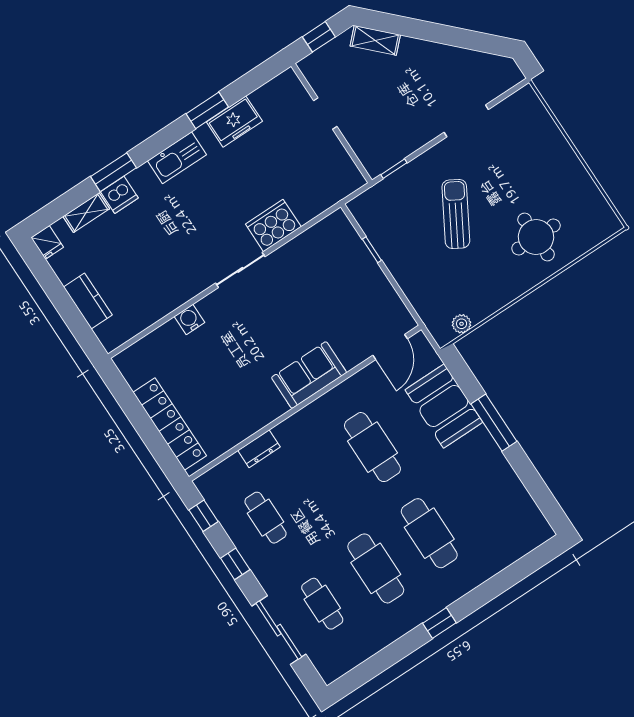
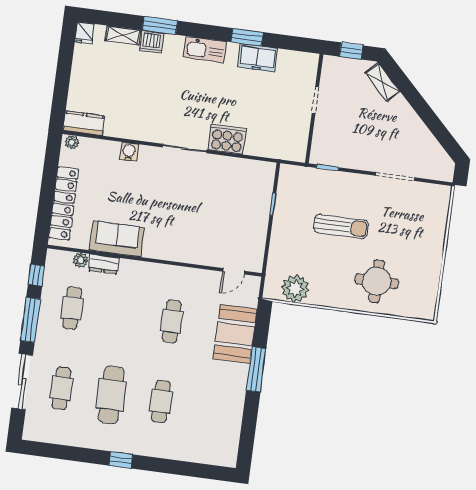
sun lounger: (456, 214) -> (341, 226), turned 60
kitchen counter: (88, 301) -> (84, 123), moved, turned -90
plant: (462, 324) -> (295, 289), width x1.88, depth x1.88
door: (390, 347) -> (234, 271), width x0.73
plant: (127, 358) -> (72, 142), added
sofa: (309, 375) -> (117, 239), moved
cafe table: (372, 447) -> (172, 321), width x0.73, depth x0.74
plant: (233, 465) -> (80, 260), added
cafe table: (429, 533) -> (161, 402), width x0.73, depth x0.74
window: (235, 564) -> (30, 320), width x2.17

